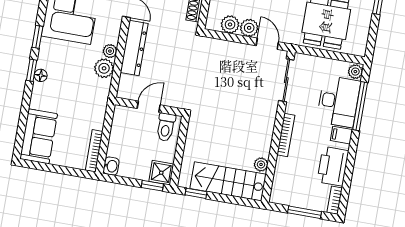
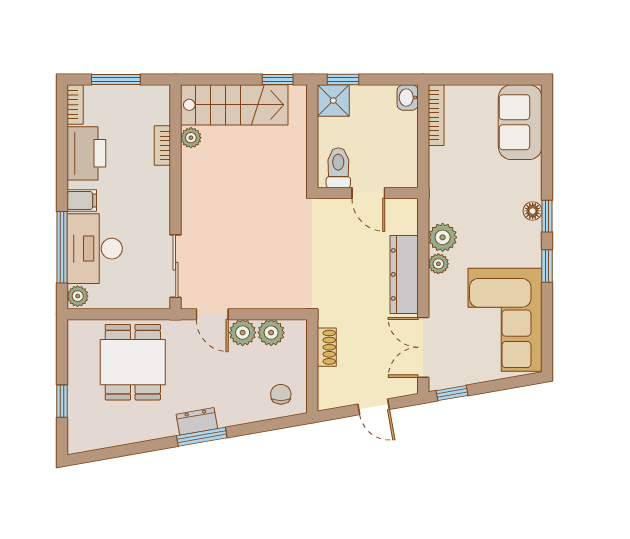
door: (149, 107) -> (368, 193), hinge flipped
bookcase: (286, 135) -> (162, 146), moved, width x0.64

